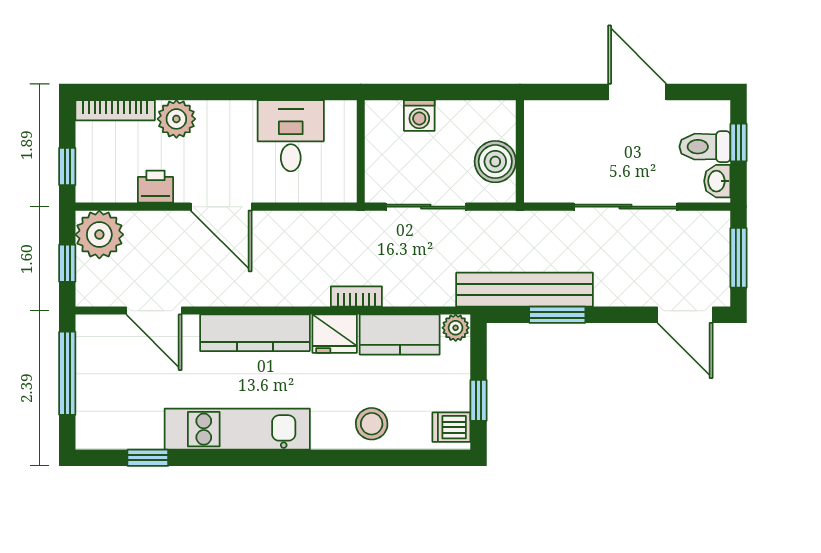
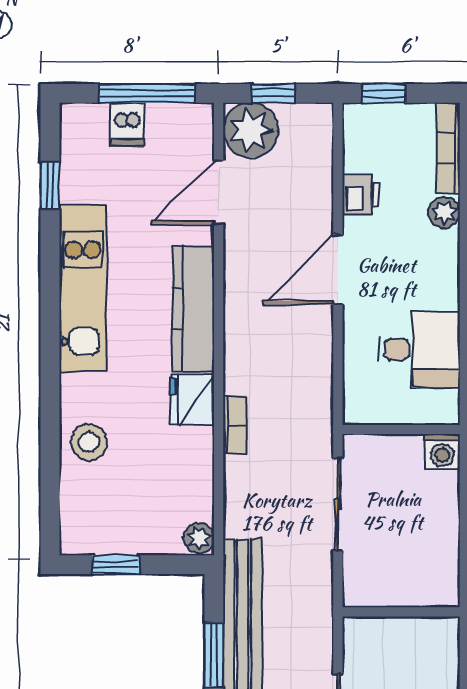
washing machine: (419, 115) -> (442, 452), moved, turned -90
plant: (176, 119) -> (444, 212), width x0.73, depth x0.73
boiler: (495, 162) -> (389, 584), removed
plant: (99, 235) -> (251, 130), moved
kitchen counter: (400, 335) -> (191, 474), removed
dishwasher: (451, 427) -> (127, 124), moved, turned 180

